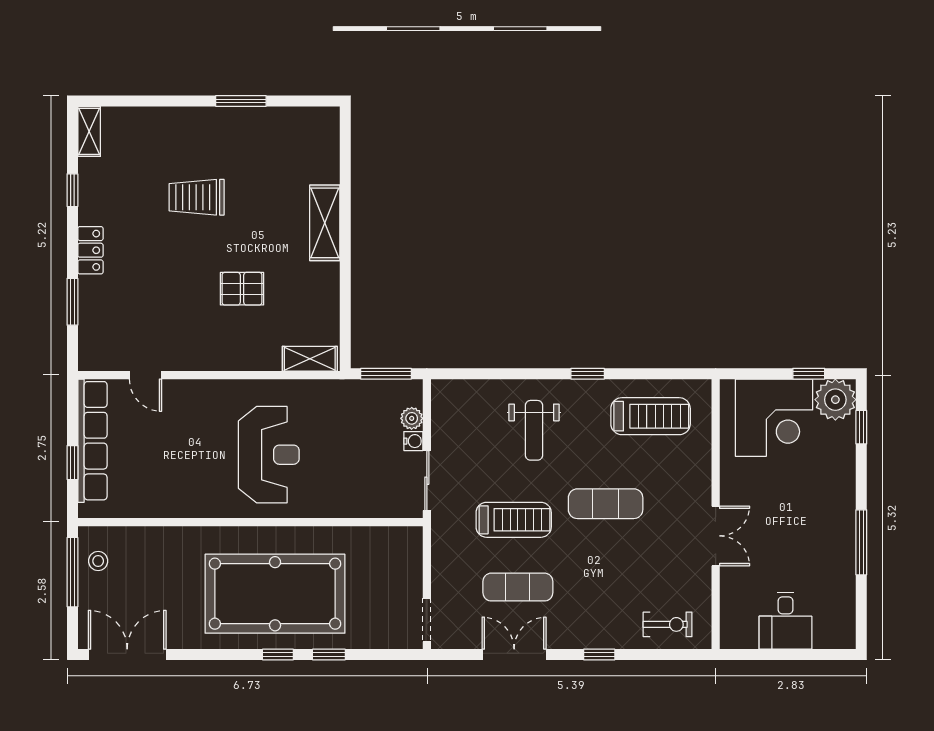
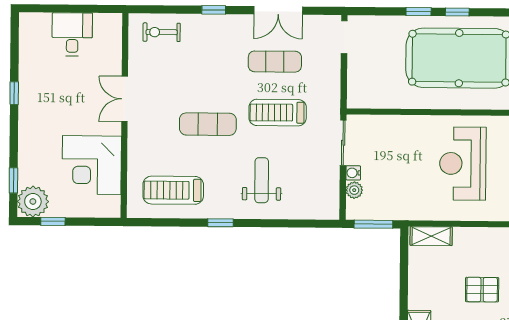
corner desk: (774, 418) -> (92, 165), moved, turned -90
window: (861, 542) -> (14, 93), width x0.46

